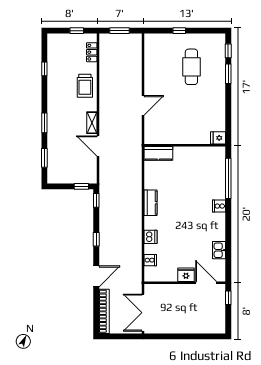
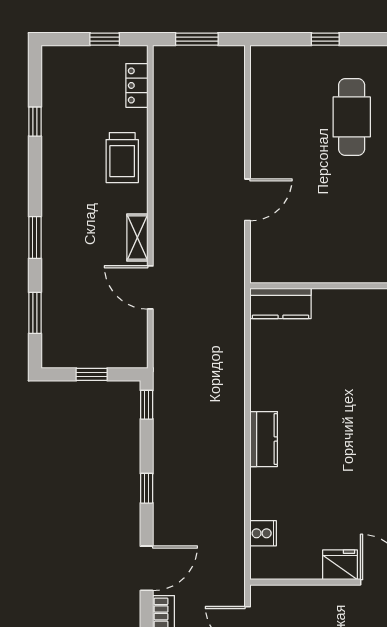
window: (81, 186) -> (92, 374), moved
kitchen counter: (151, 203) -> (264, 439), moved
dishwasher: (151, 237) -> (264, 483), removed

